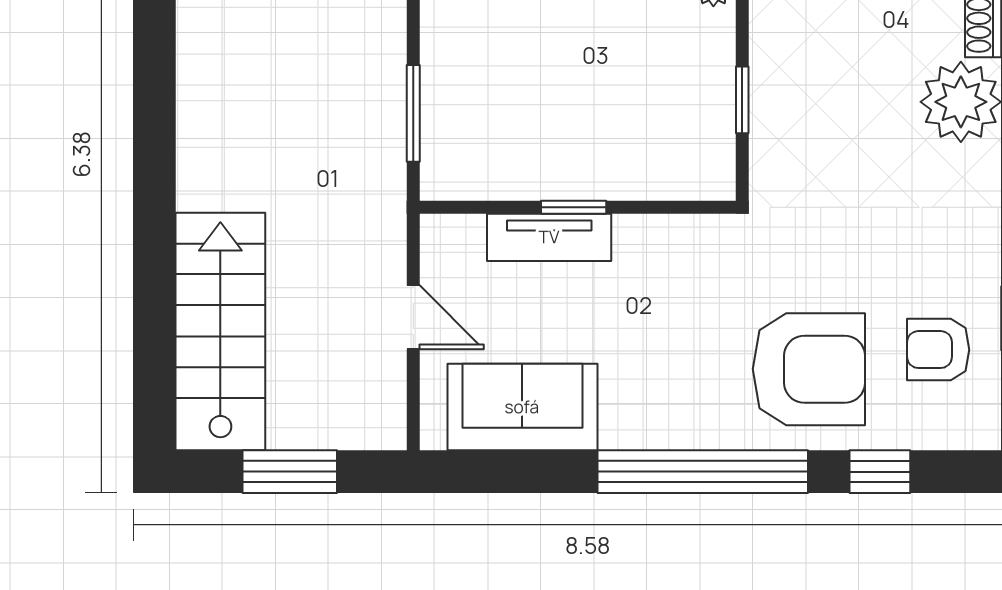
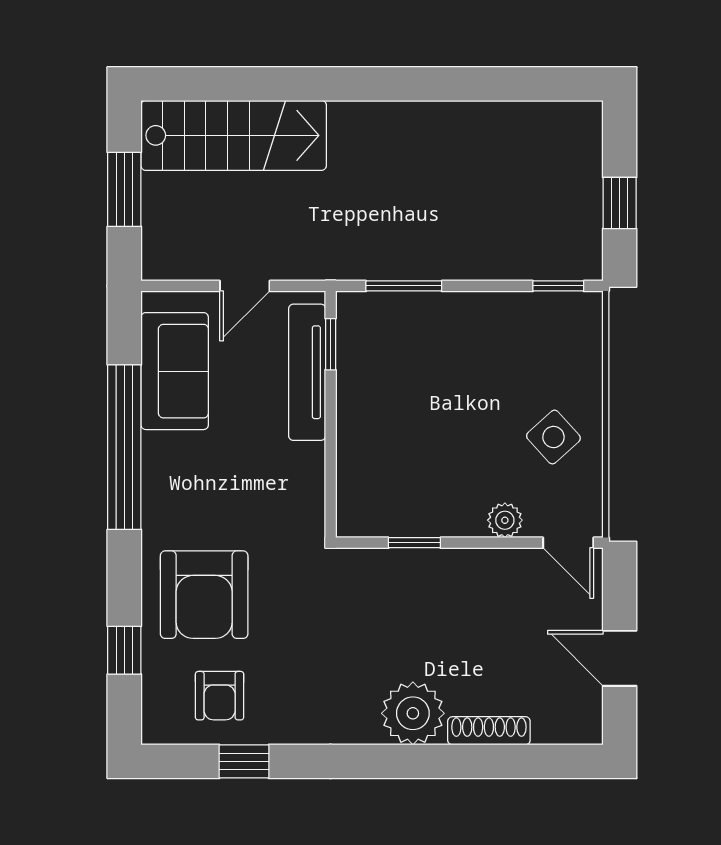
window: (574, 207) -> (331, 344), moved
tv unit: (549, 237) -> (307, 372), width x1.41
armchair: (938, 350) -> (220, 696), turned 180
window: (703, 472) -> (124, 447), moved

